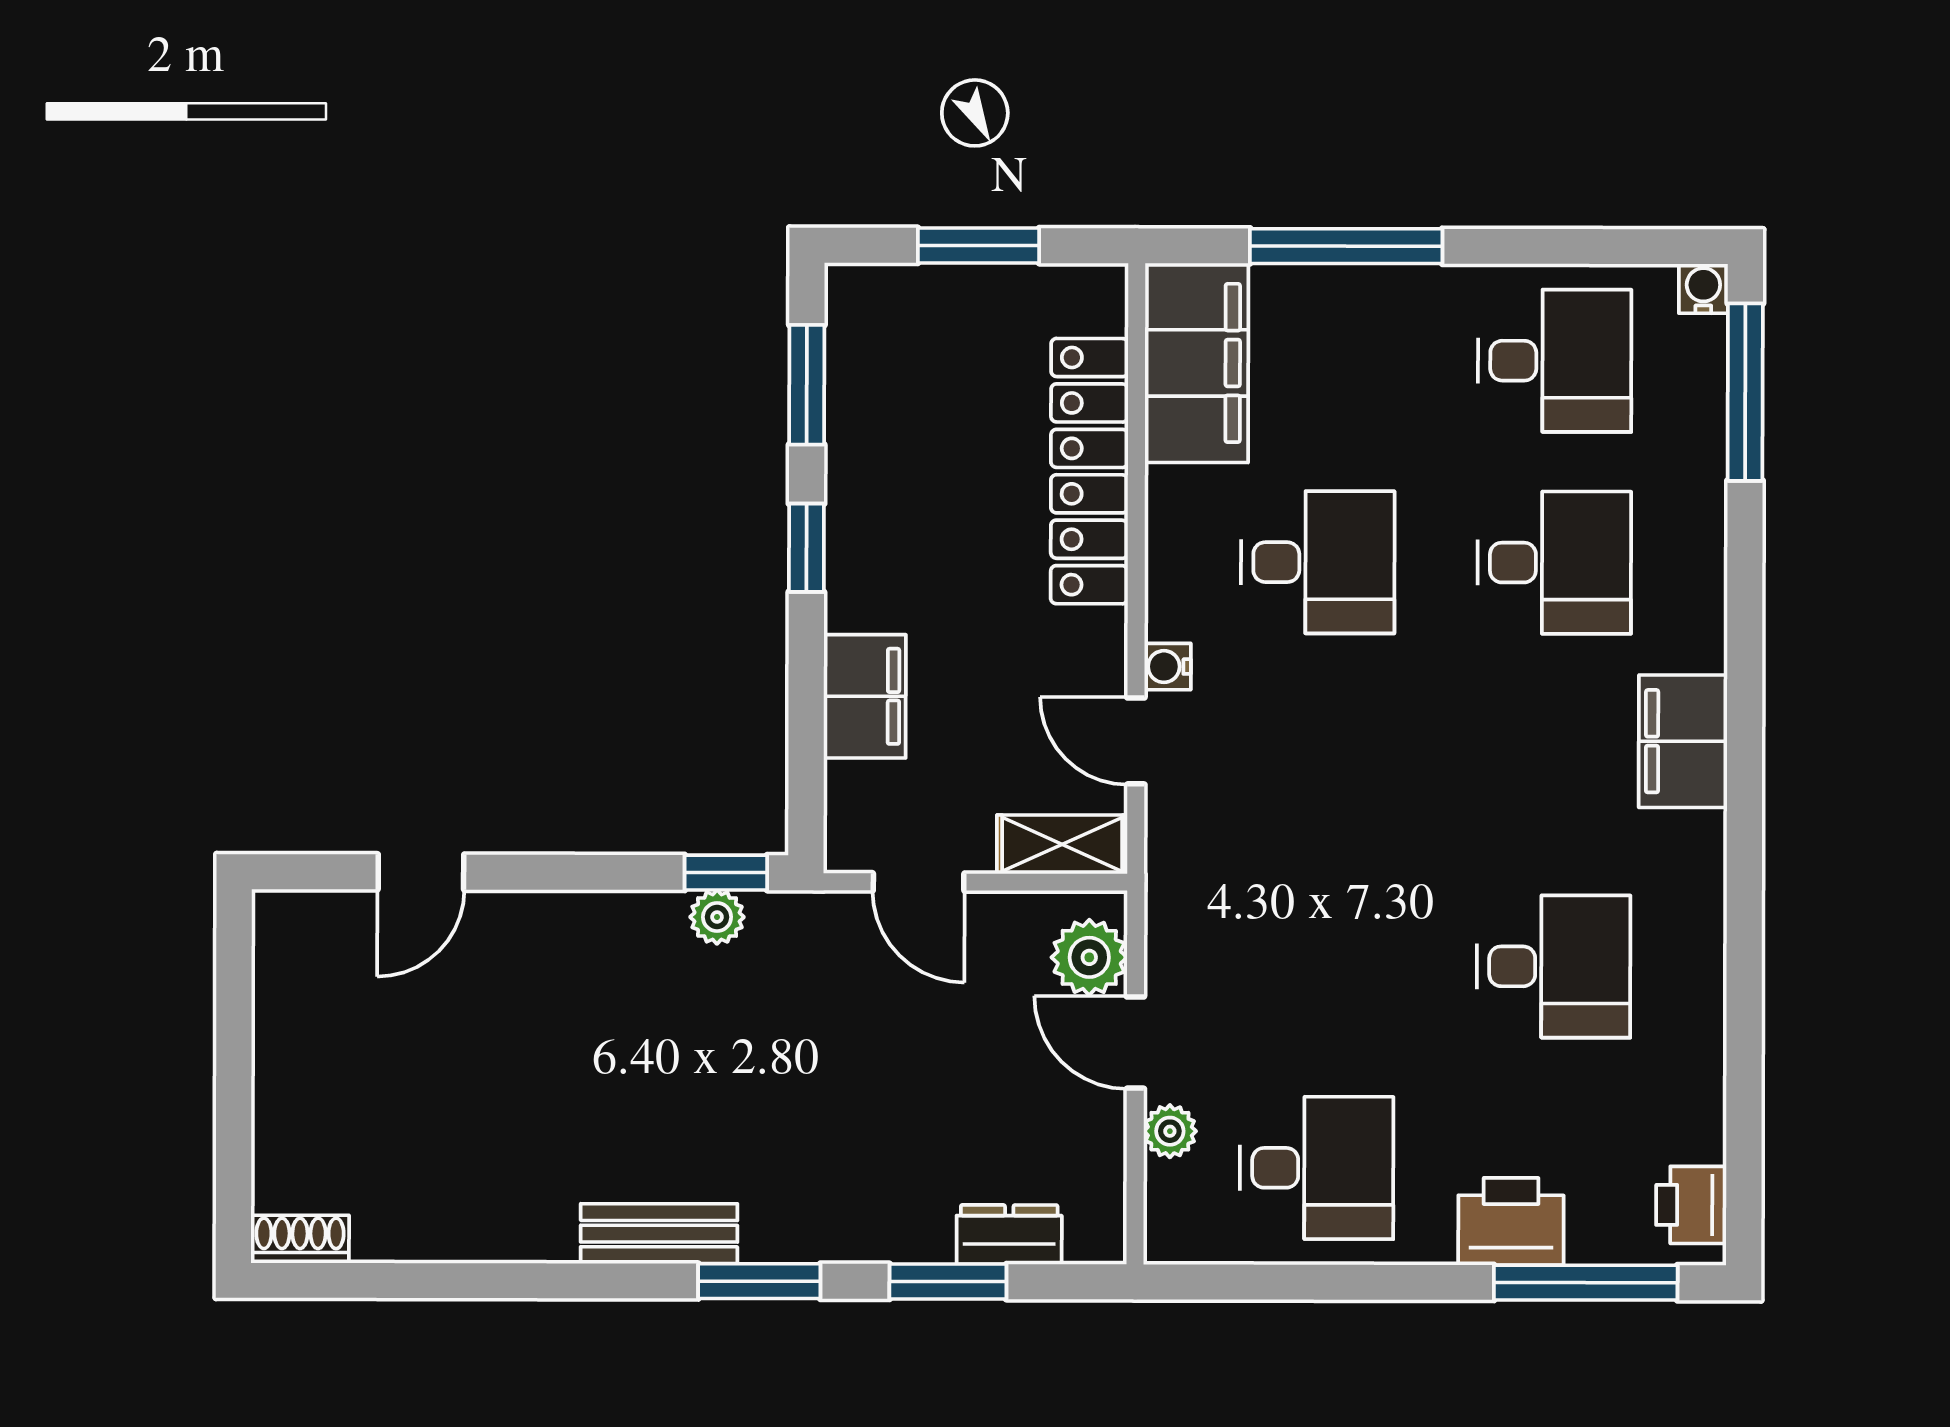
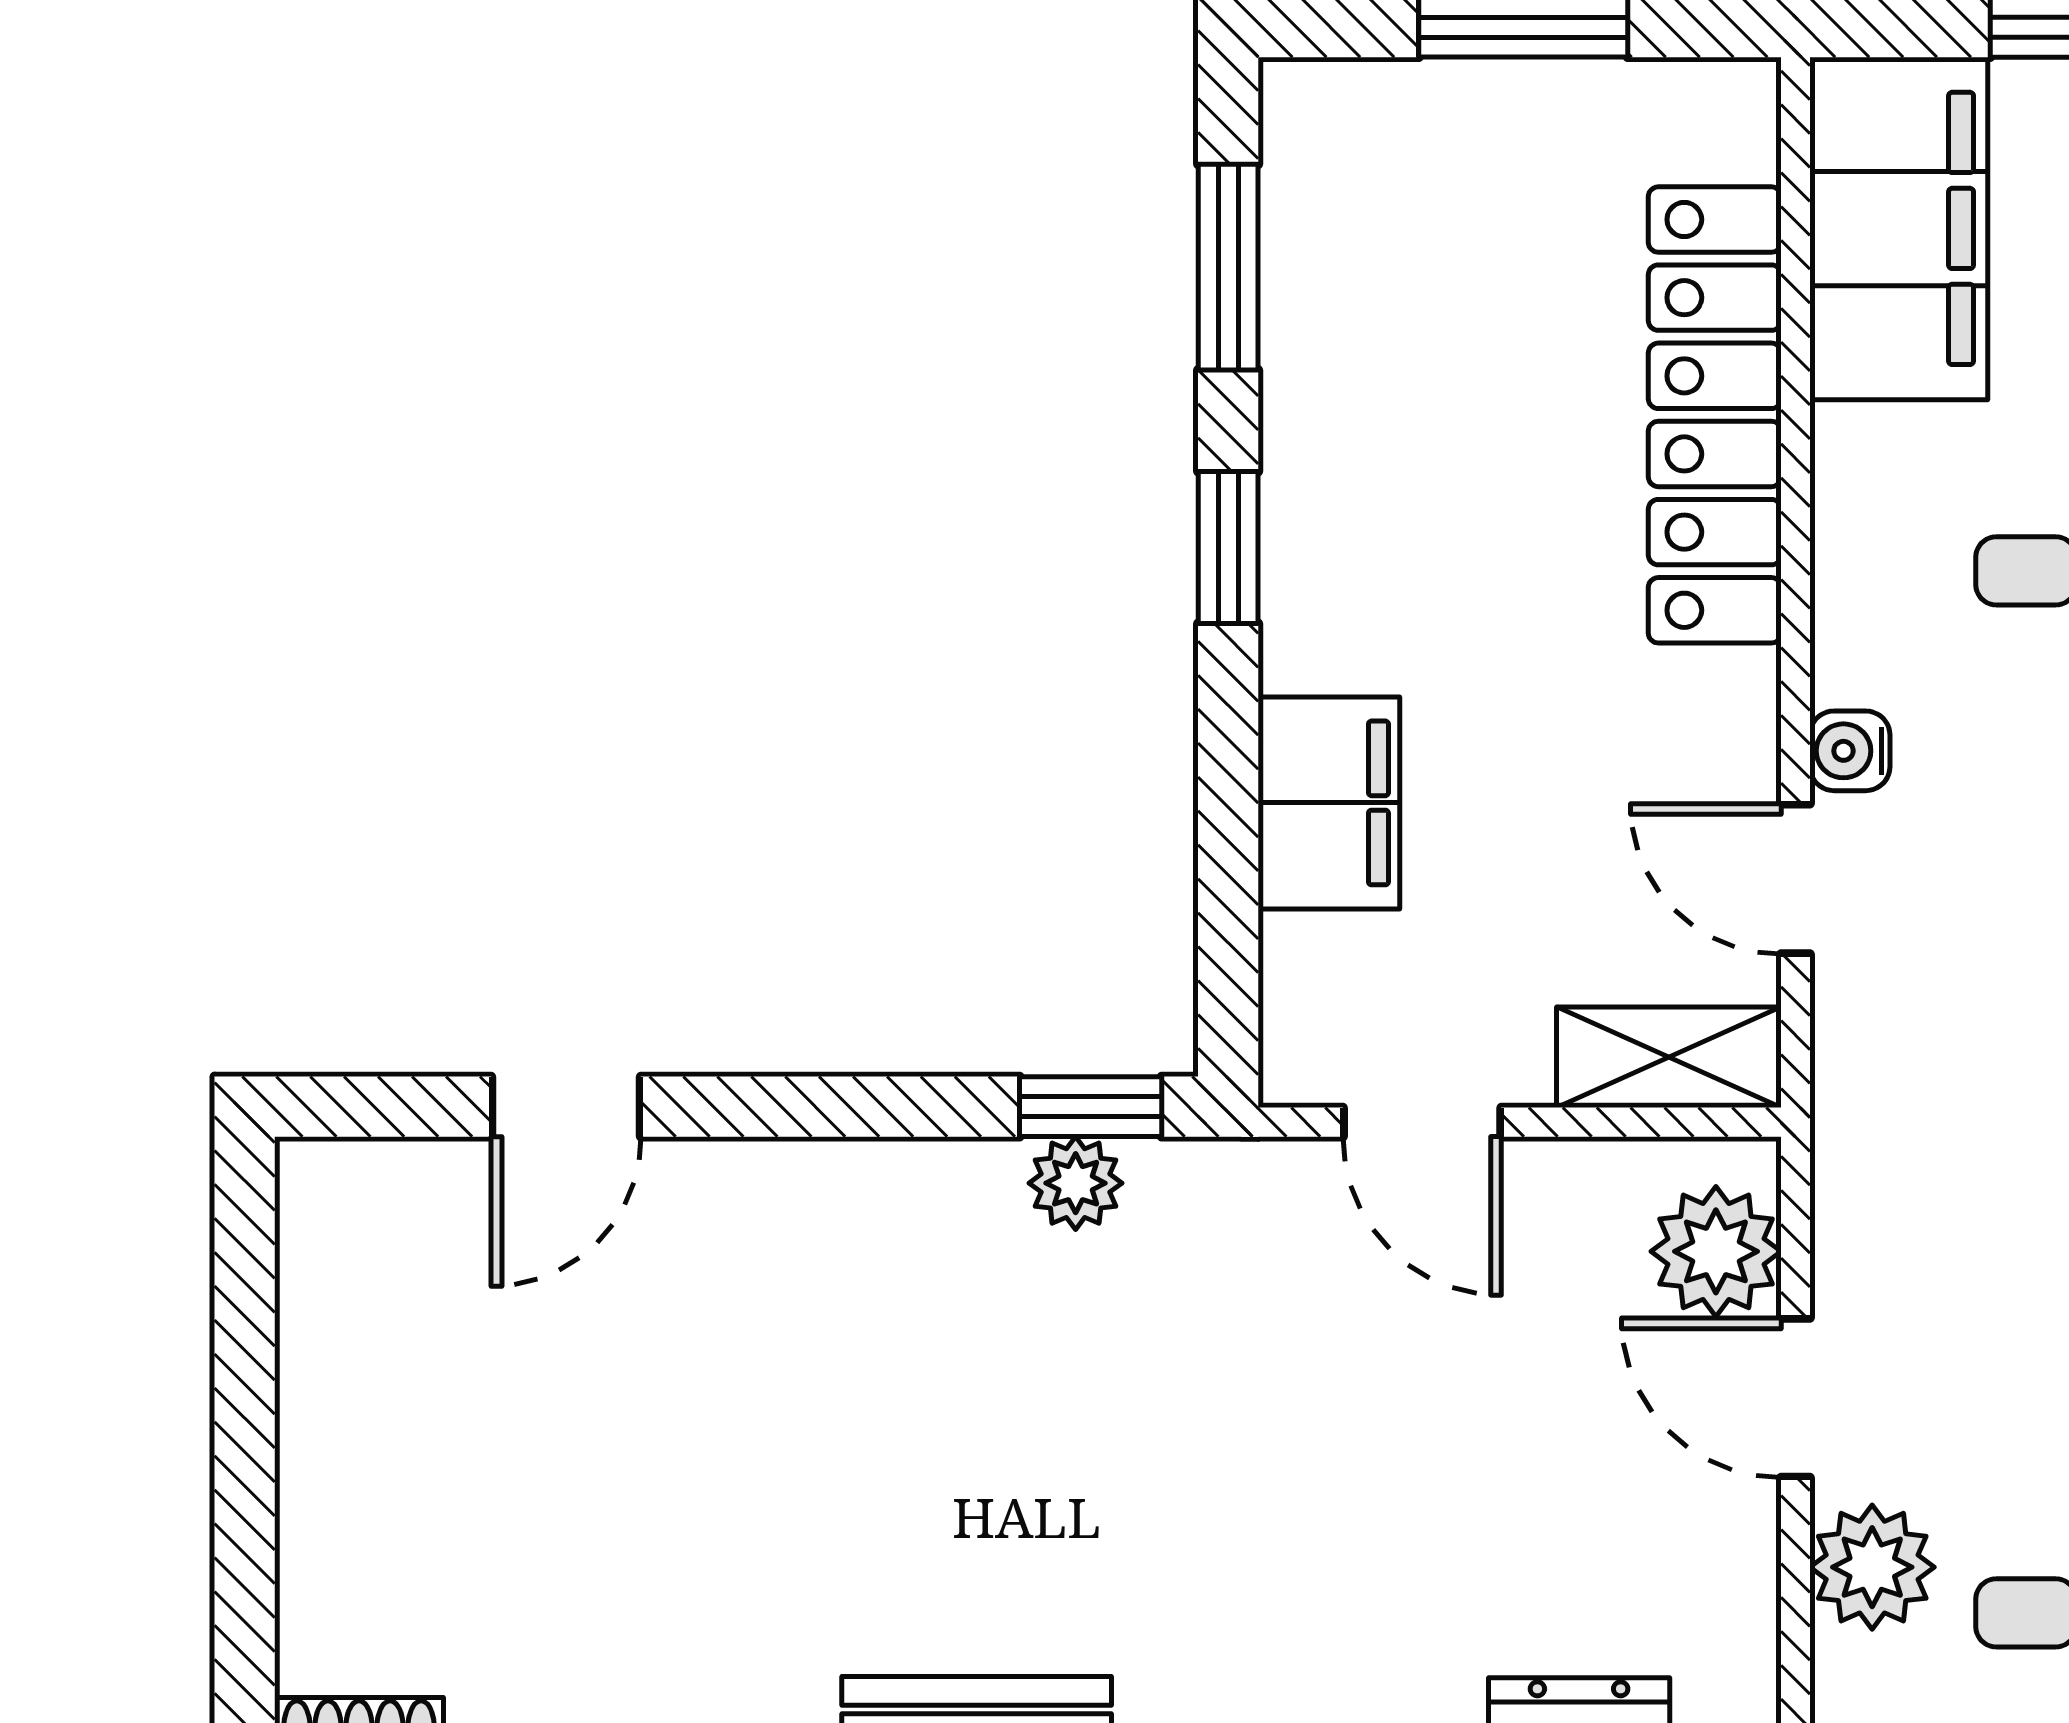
plant: (1170, 1131) -> (1872, 1567), width x1.38, depth x1.38

